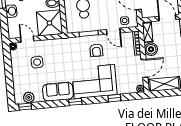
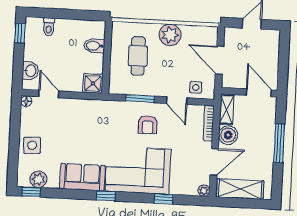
washbasin: (11, 11) -> (30, 71), moved
shower: (50, 23) -> (93, 83), width x0.54, depth x0.54
side table: (37, 62) -> (32, 145), moved

